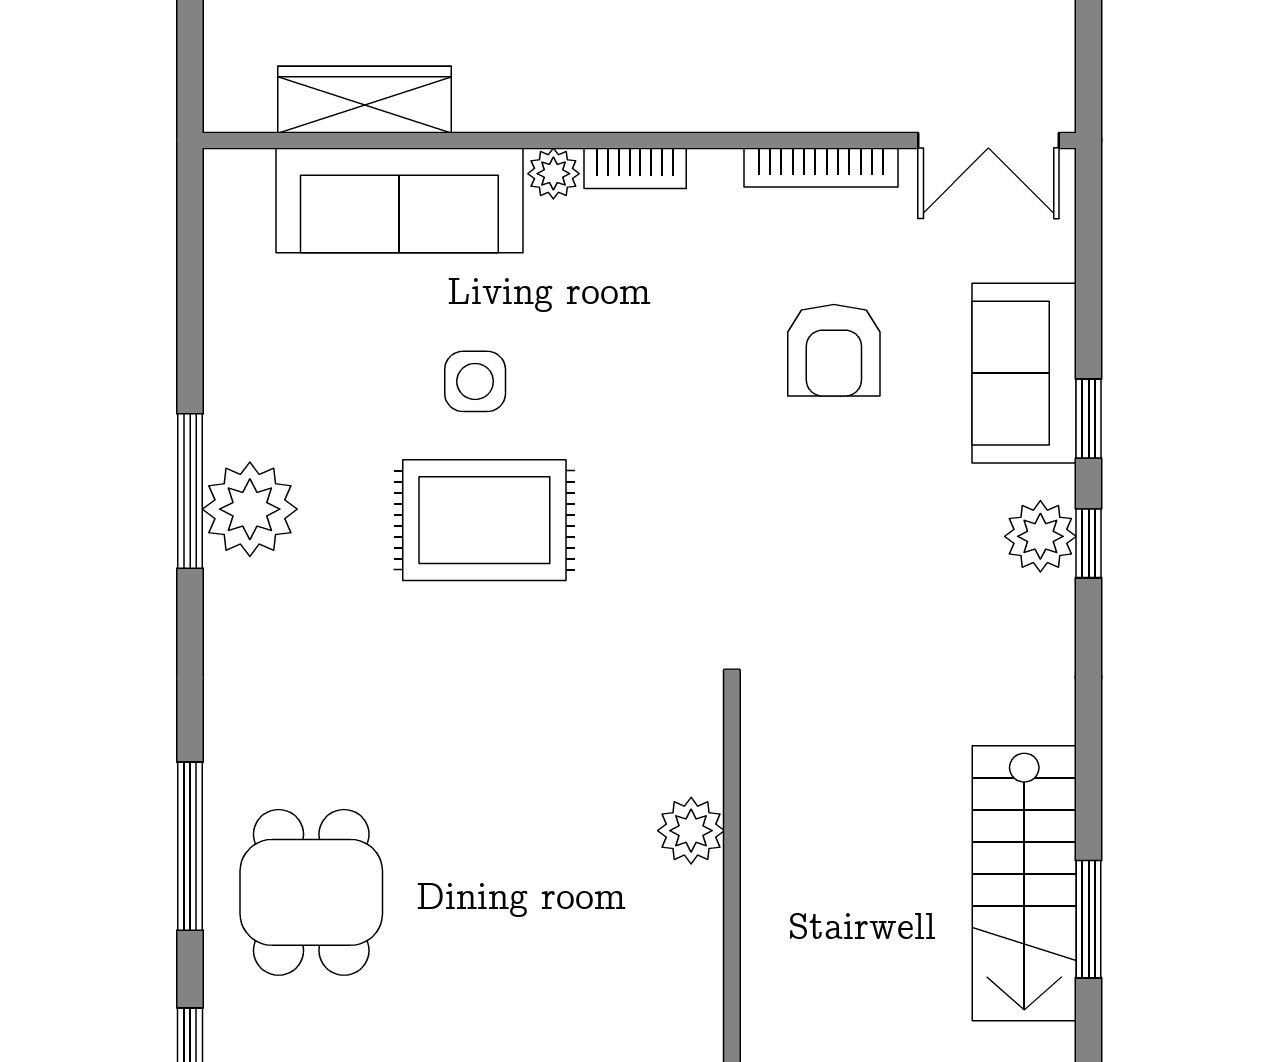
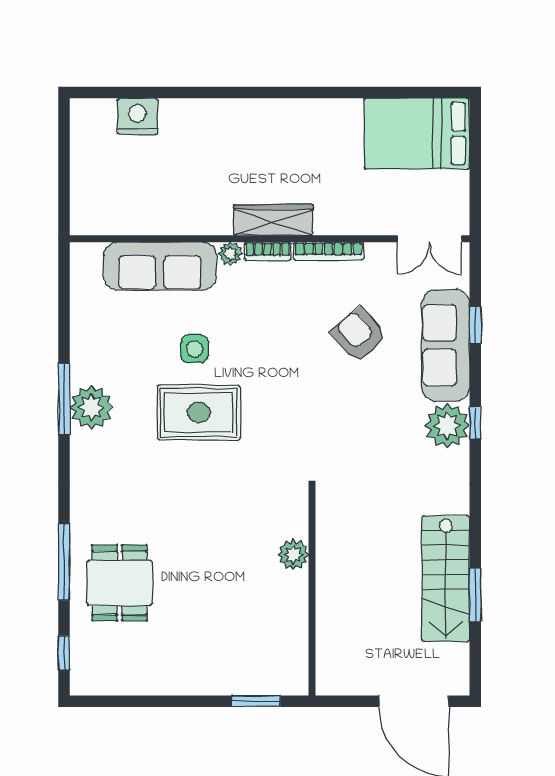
wardrobe: (365, 100) -> (273, 220), moved
bookcase: (821, 168) -> (328, 251), moved
armchair: (834, 350) -> (359, 335), turned 139
sofa: (1024, 373) -> (446, 345), width x1.36
window: (1089, 419) -> (475, 325), moved
plant: (1040, 536) -> (447, 426), width x1.36, depth x1.36

